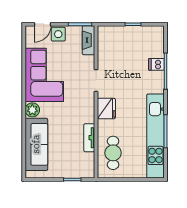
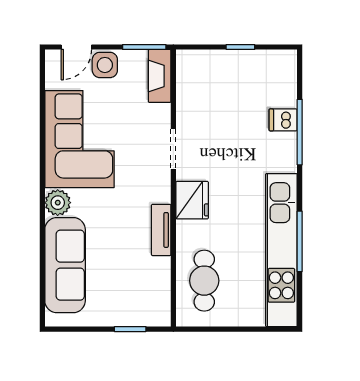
tv unit: (89, 138) -> (161, 230), moved

